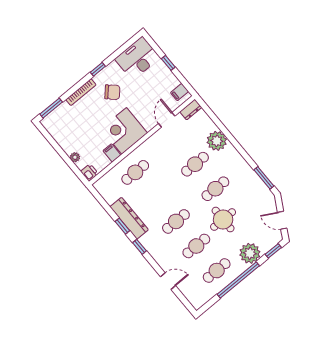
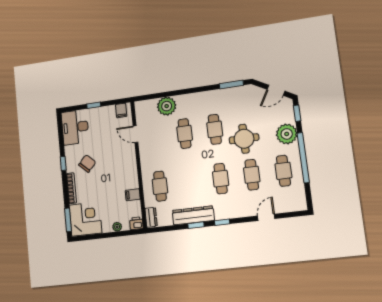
dresser: (191, 110) -> (151, 217), moved
corner desk: (124, 131) -> (85, 219), moved, turned 180
plant: (217, 141) -> (167, 106), moved

